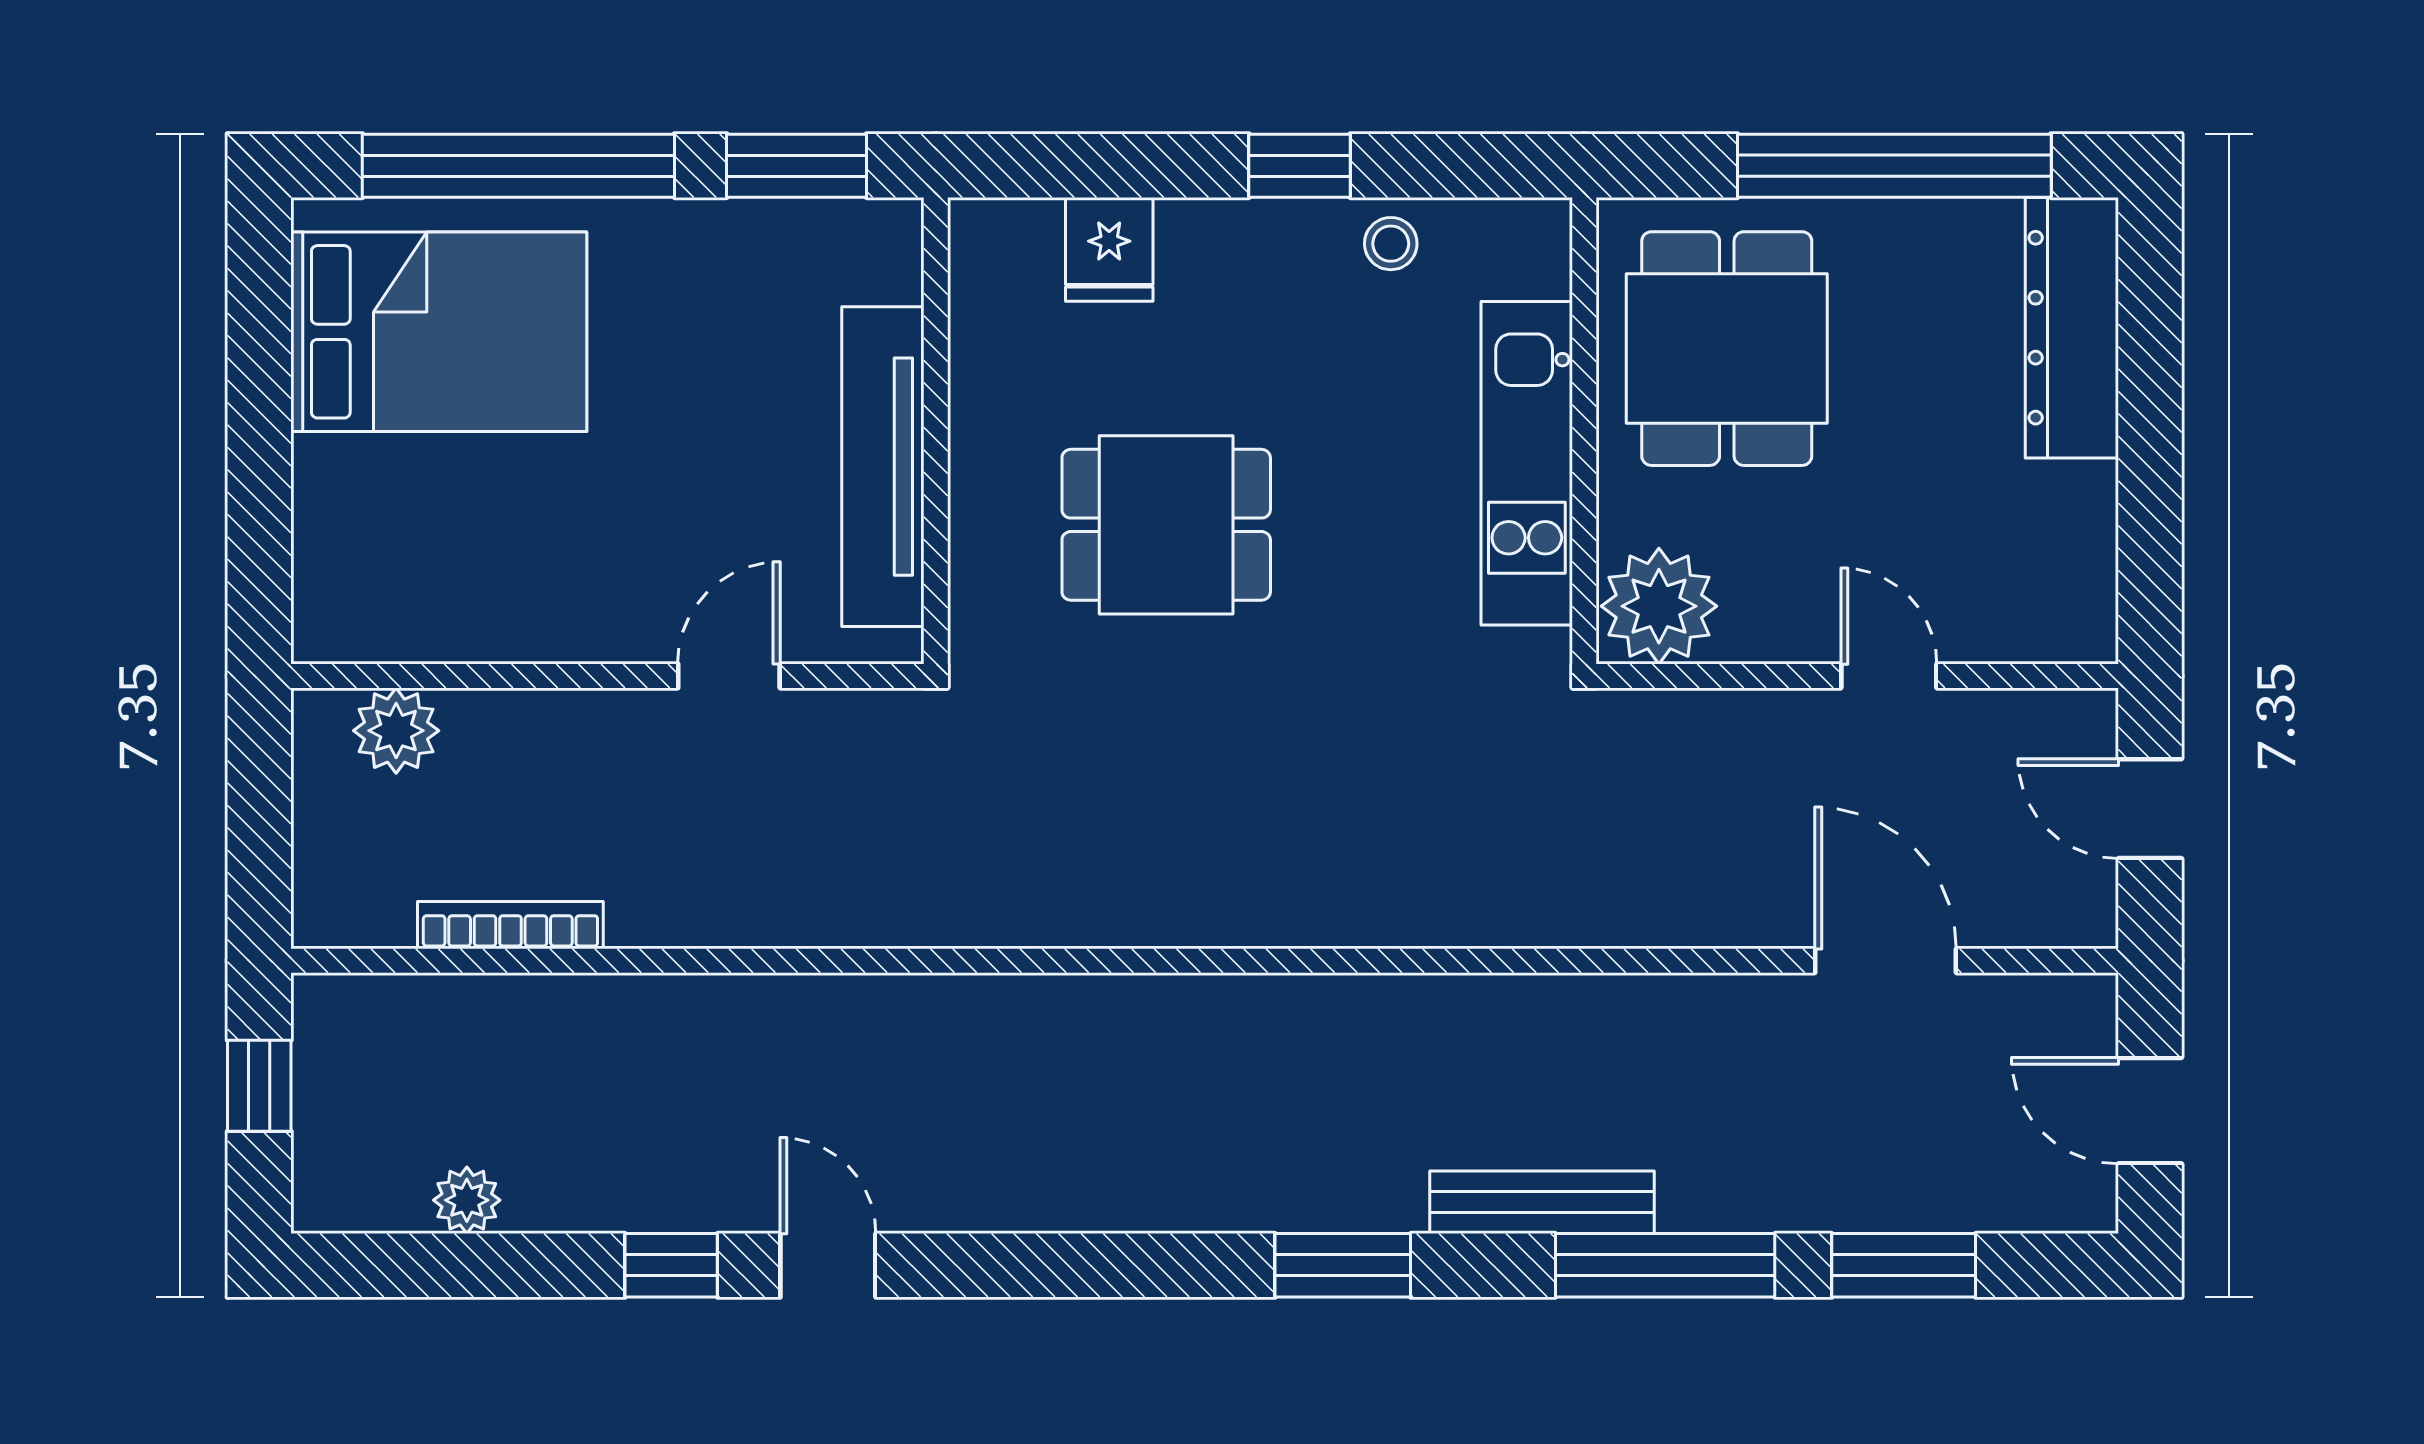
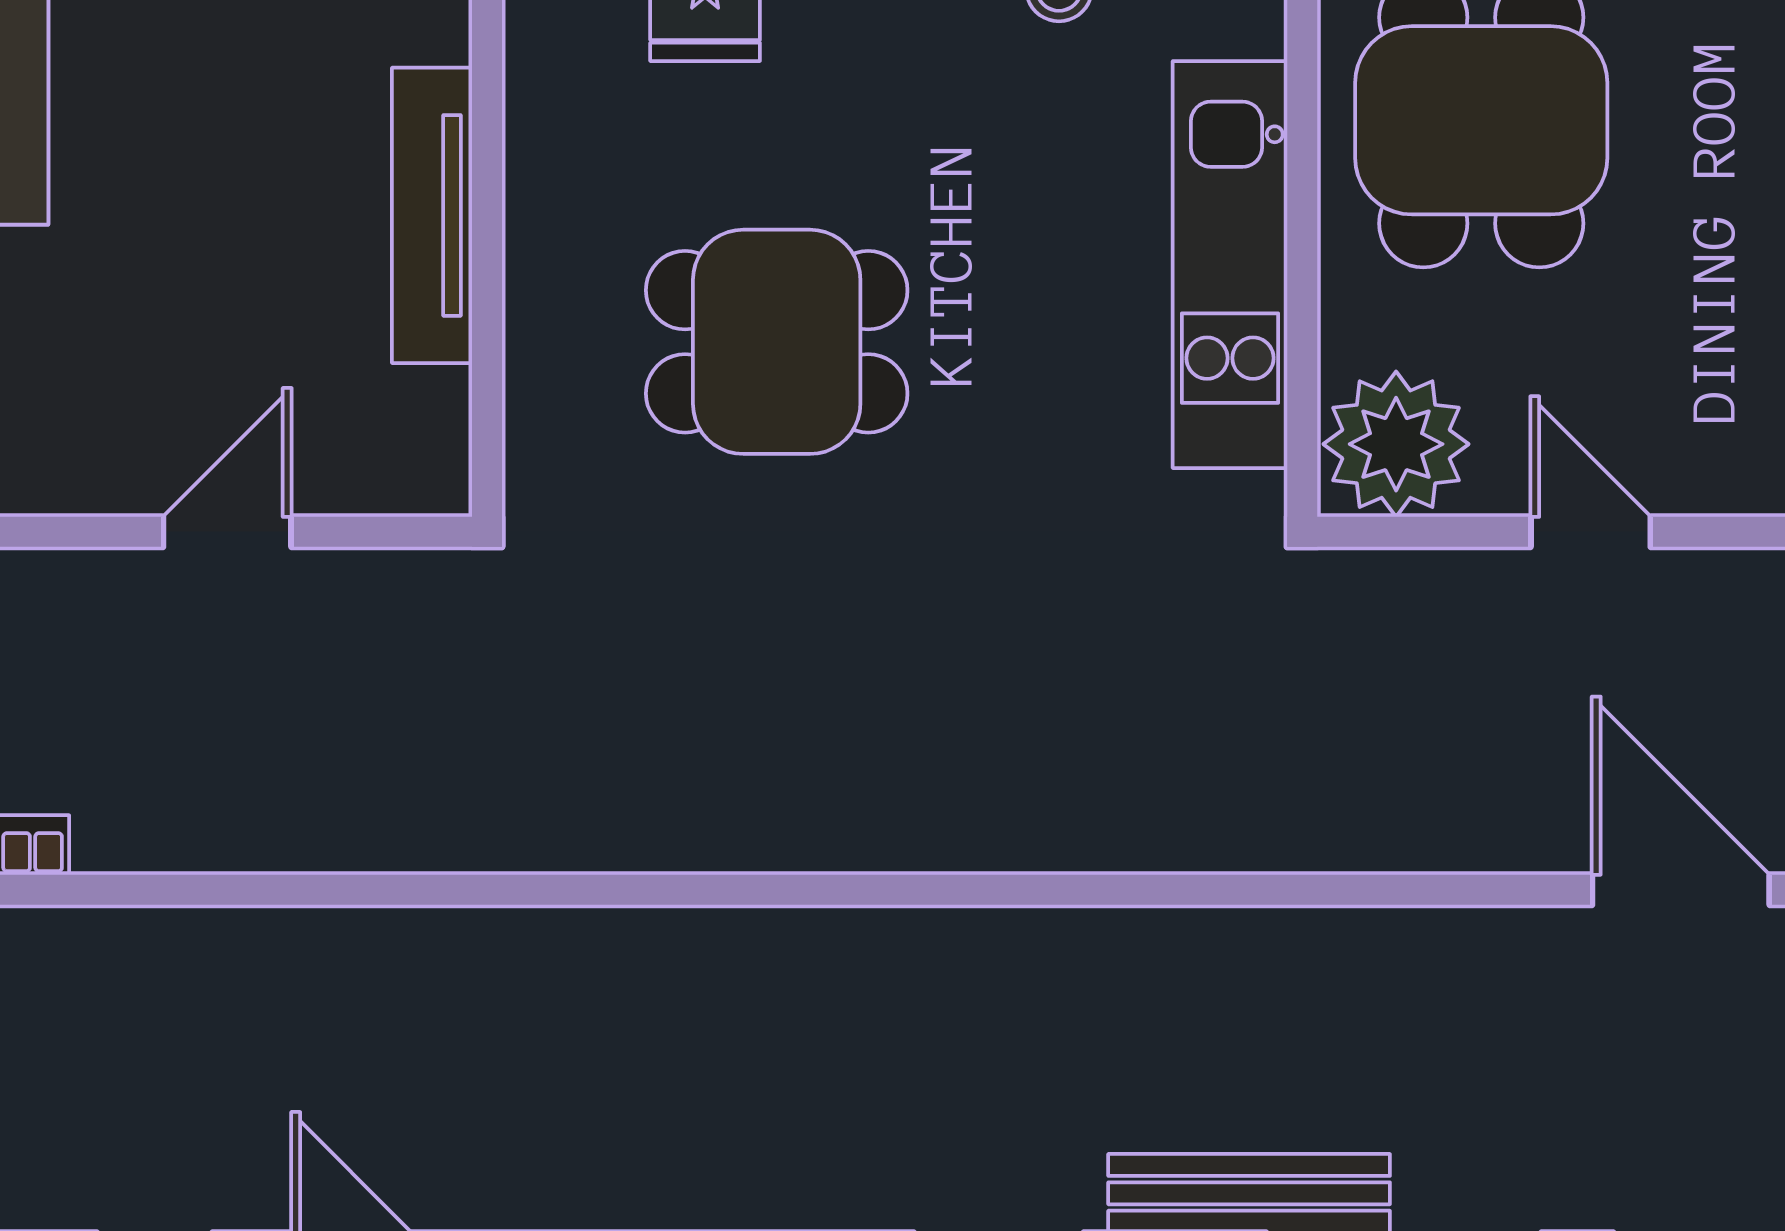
tv unit: (883, 467) -> (432, 215), width x0.73, depth x0.78
door: (1889, 676) -> (1591, 532), moved

